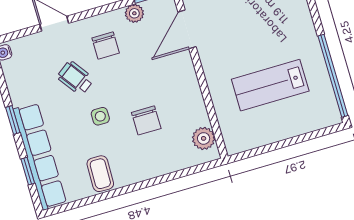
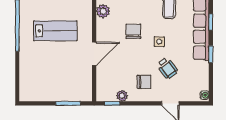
door: (187, 29) -> (94, 54), moved
chair: (106, 45) -> (144, 82), turned 90

